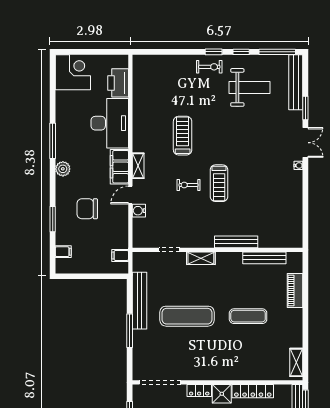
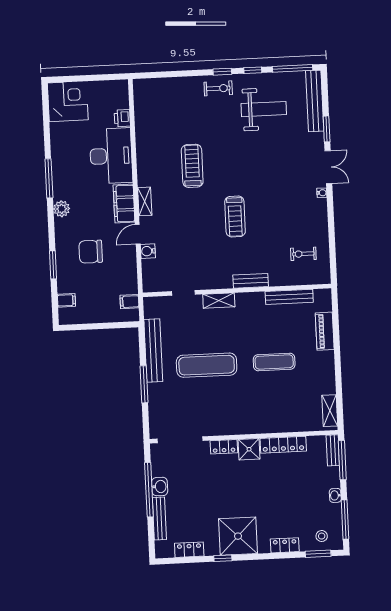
printer: (118, 83) -> (122, 118), width x0.53, depth x0.68
exercise bike: (189, 185) -> (303, 254), moved
bench: (236, 242) -> (251, 281), width x0.73

